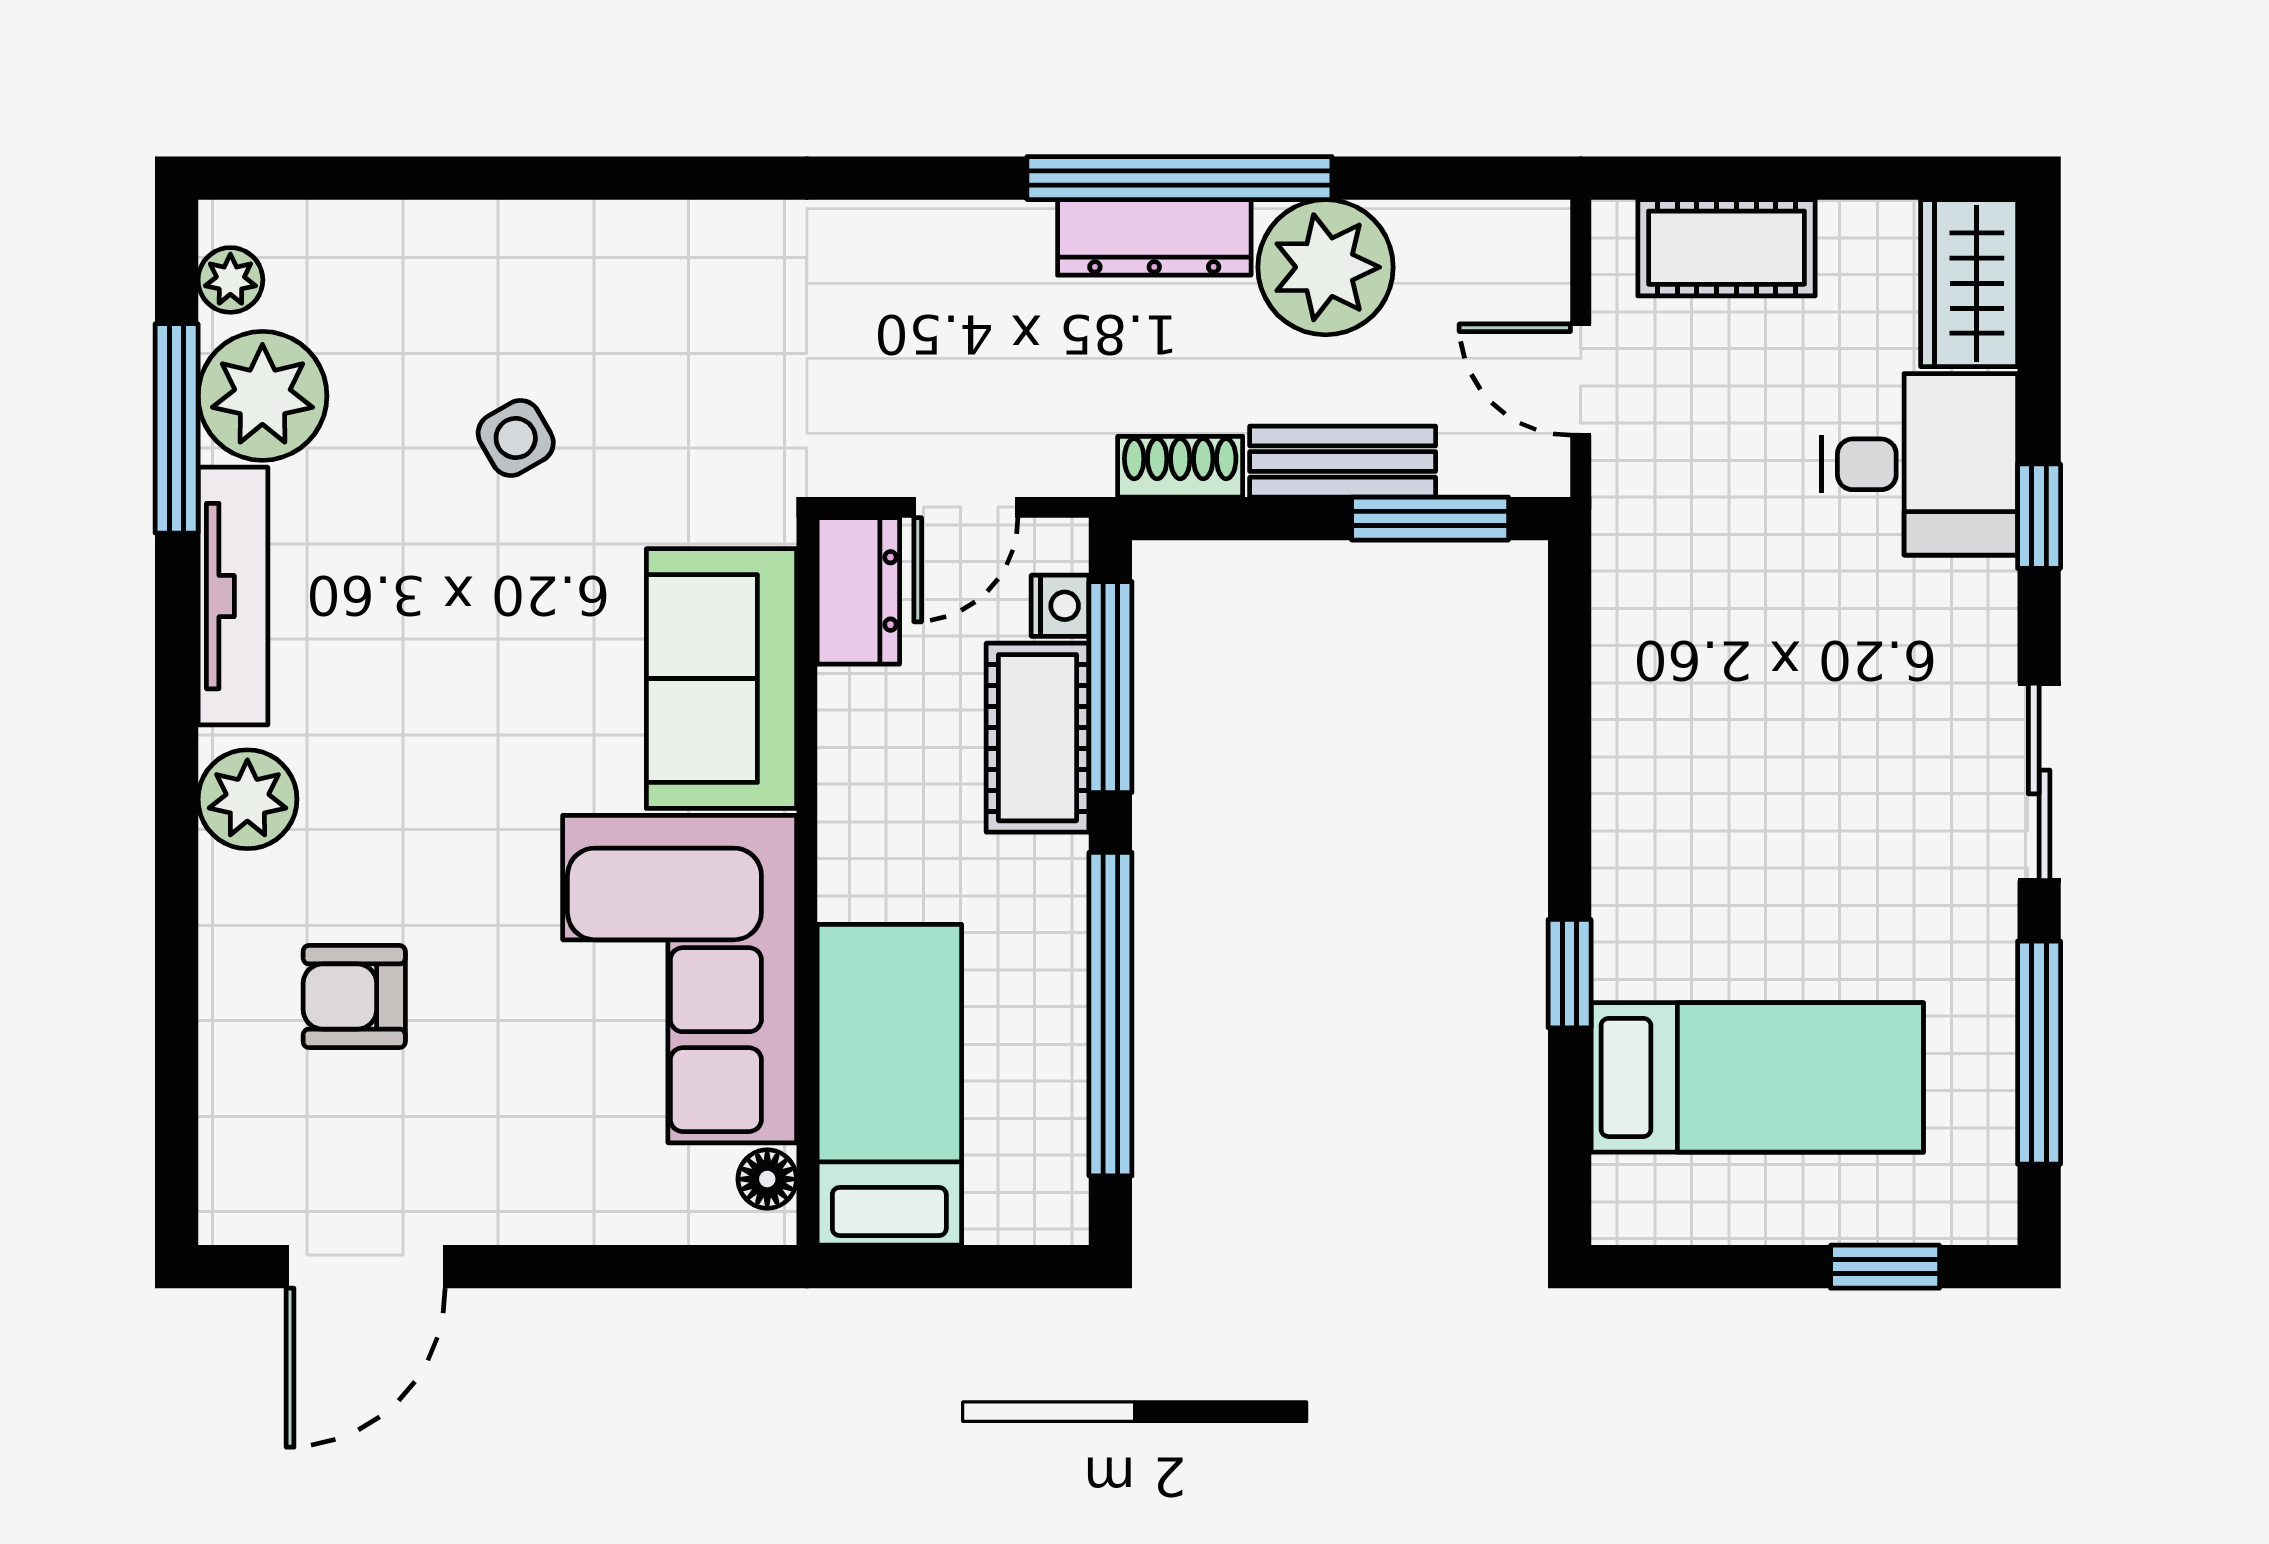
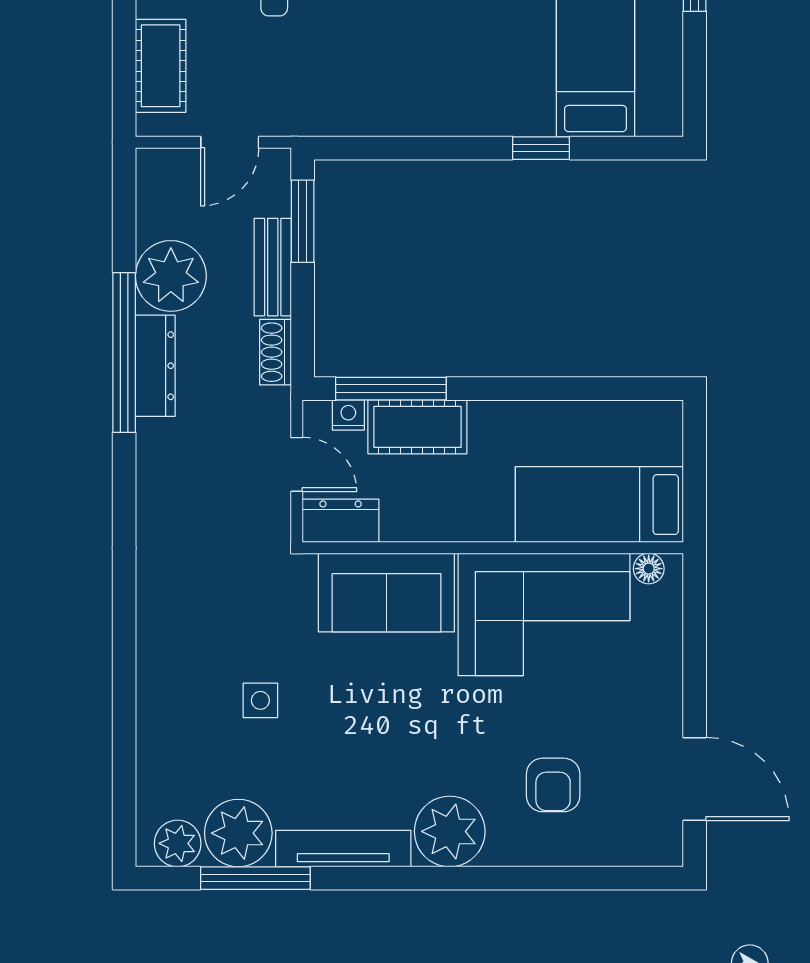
plant: (230, 280) -> (178, 843), width x1.38, depth x1.38
side table: (516, 438) -> (260, 700), turned 30
plant: (247, 799) -> (450, 831), width x1.36, depth x1.36
window: (1110, 1014) -> (562, 389), removed

